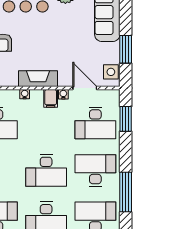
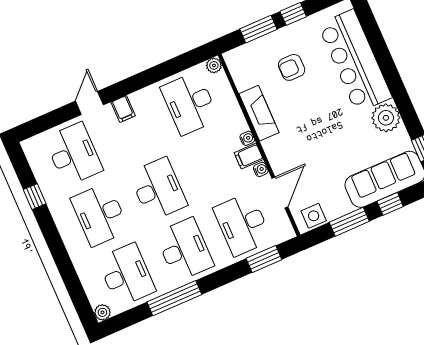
window: (126, 16) -> (390, 204), added
fireplace: (38, 79) -> (259, 113), moved
water cooler: (25, 94) -> (247, 138), moved
desk: (46, 170) -> (158, 189), turned 180

